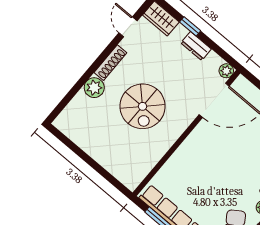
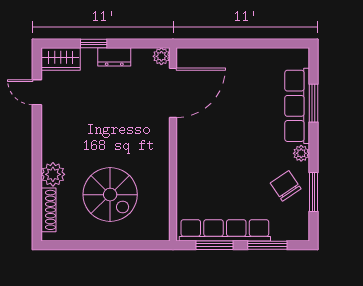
shoe rack: (110, 63) -> (48, 210), moved
spiral stairs: (143, 106) -> (110, 195), moved

